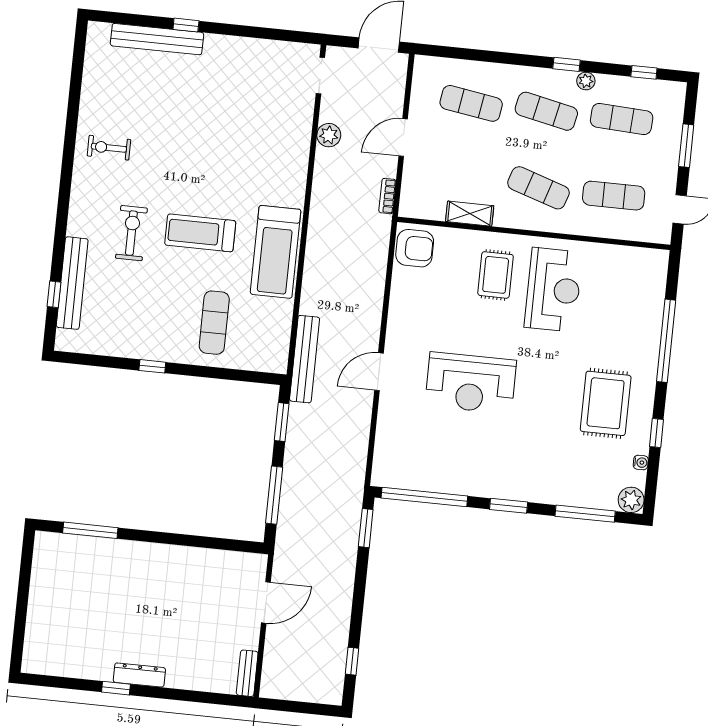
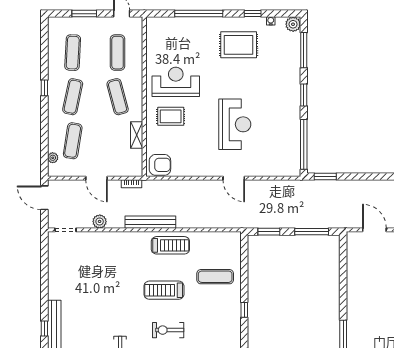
window: (186, 25) -> (44, 329), moved
window: (644, 72) -> (44, 42), removed
plant: (586, 81) -> (53, 158), moved
exercise mat: (538, 188) -> (118, 97), turned -33
treadmill: (200, 233) -> (164, 290), turned 90
armchair: (415, 248) -> (160, 165), turned 90
treadmill: (276, 252) -> (170, 245), width x0.73, depth x0.73
bench: (305, 359) -> (150, 222), moved

